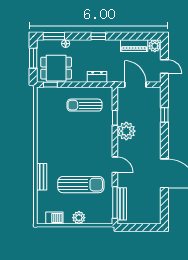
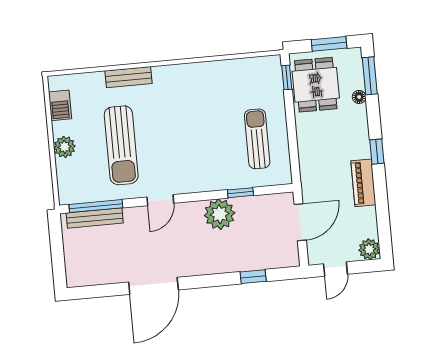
piano: (134, 46) -> (363, 183), moved
dresser: (97, 77) -> (307, 156), removed

